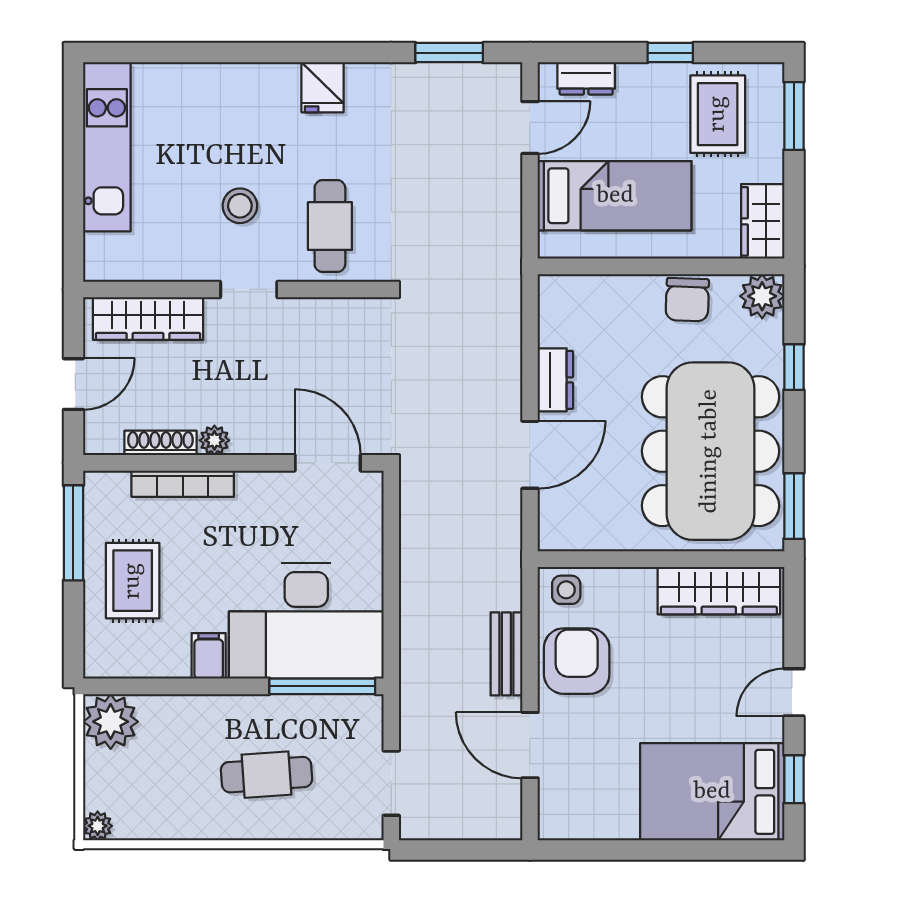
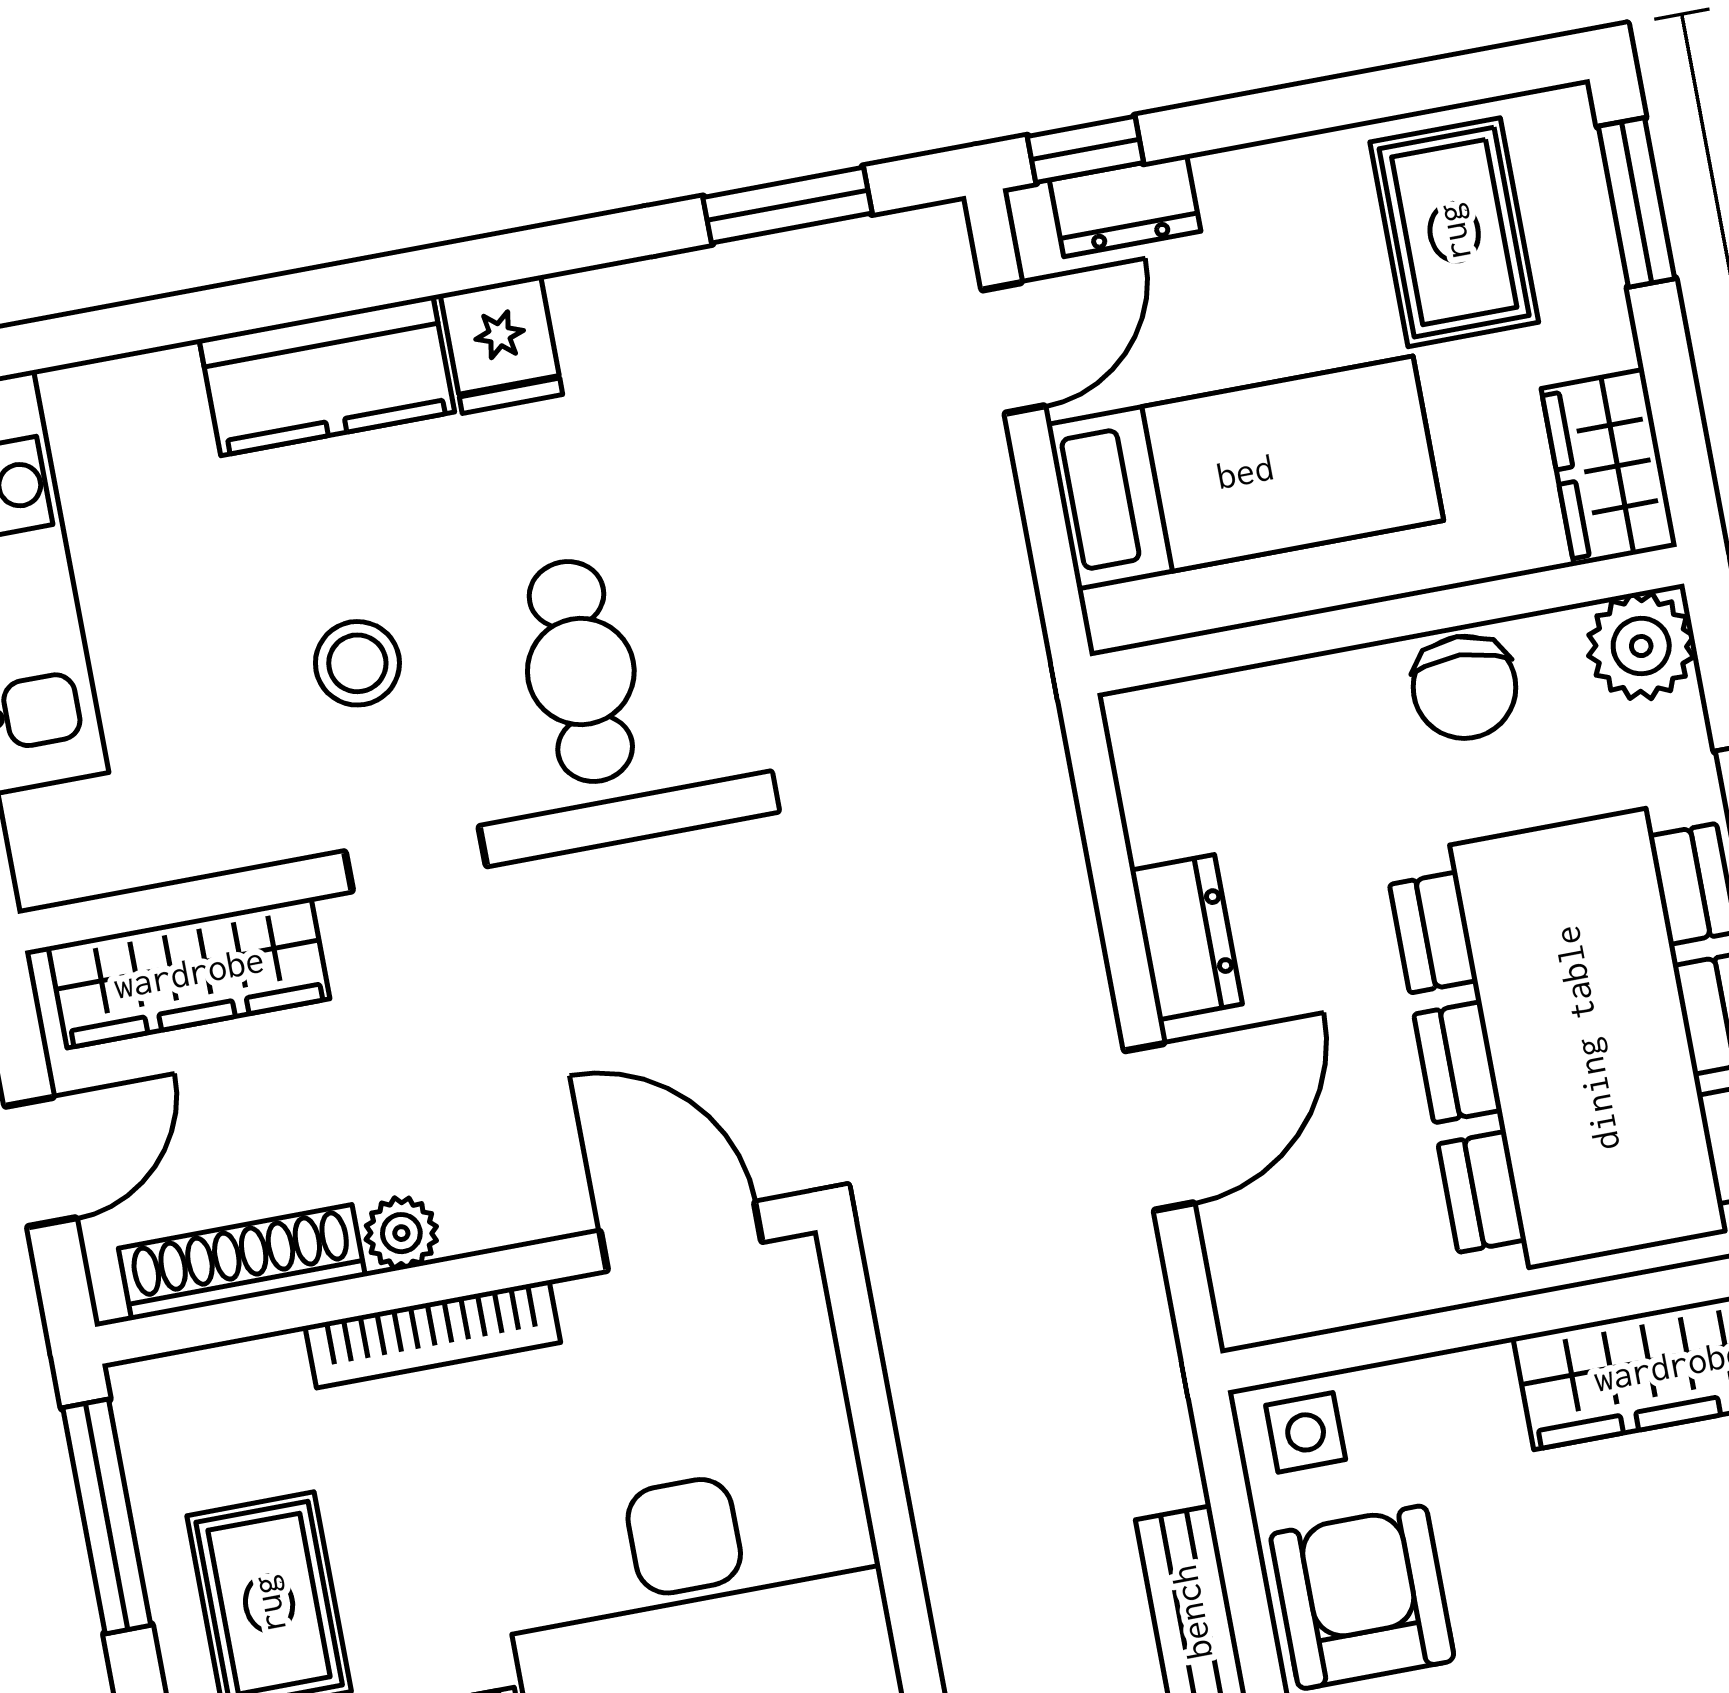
window: (670, 53) -> (1085, 149), moved
kitchen counter: (249, 87) -> (327, 376), added
shoe rack: (160, 443) -> (242, 1262), width x1.36, depth x1.24
bookcase: (183, 484) -> (433, 1334), moved

